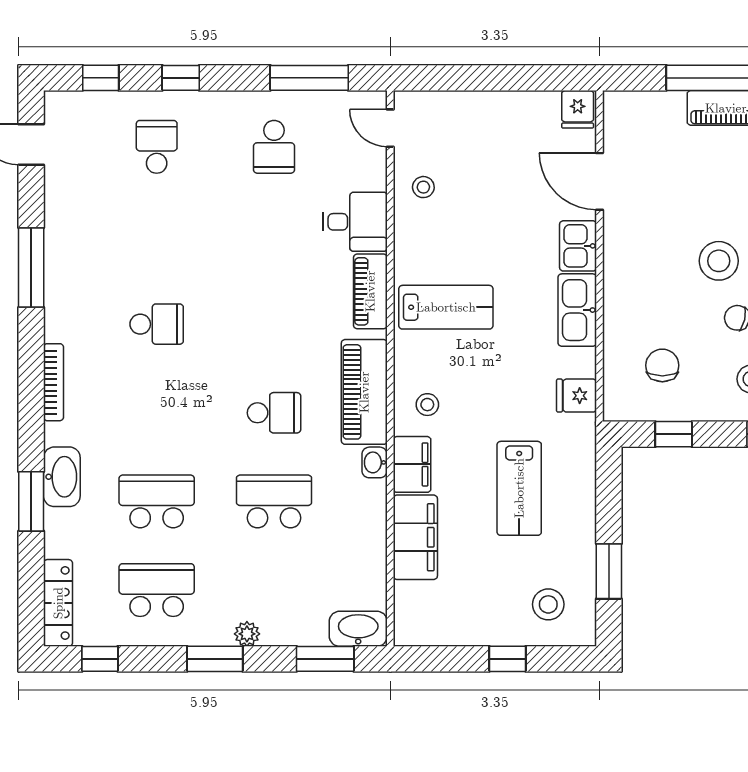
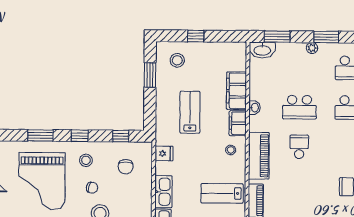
school desk: (274, 413) -> (299, 147), turned 90
washbasin: (375, 462) -> (255, 108), moved

